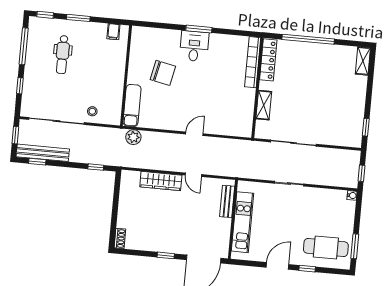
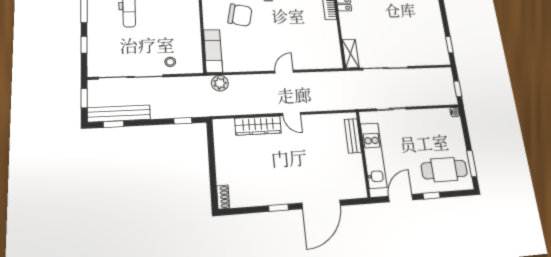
shelving: (264, 105) -> (350, 54), moved
bench: (227, 201) -> (353, 136), moved
wall: (233, 219) -> (363, 154), moved
kitchen unit: (242, 222) -> (374, 155), moved

